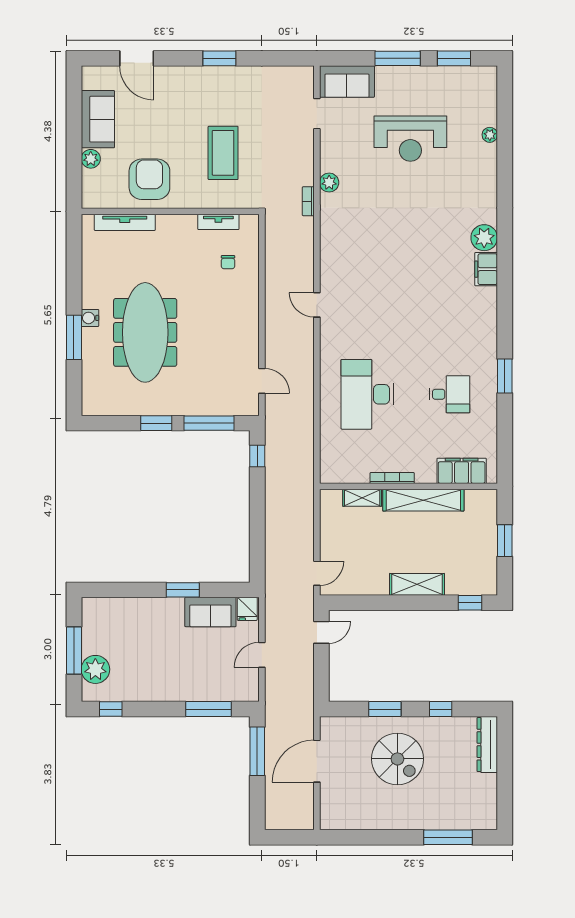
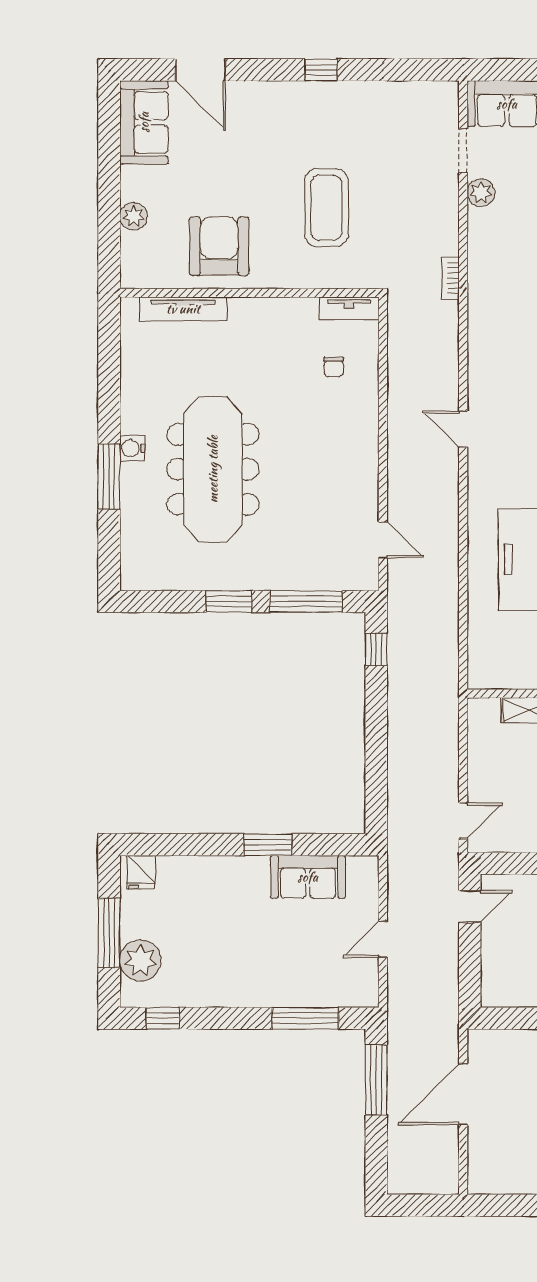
window: (219, 58) -> (321, 70), width x0.67
sofa: (98, 119) -> (144, 122), moved
plant: (329, 183) -> (481, 193), moved
tv unit: (218, 222) -> (349, 308), moved
fridge: (247, 609) -> (141, 872), moved

